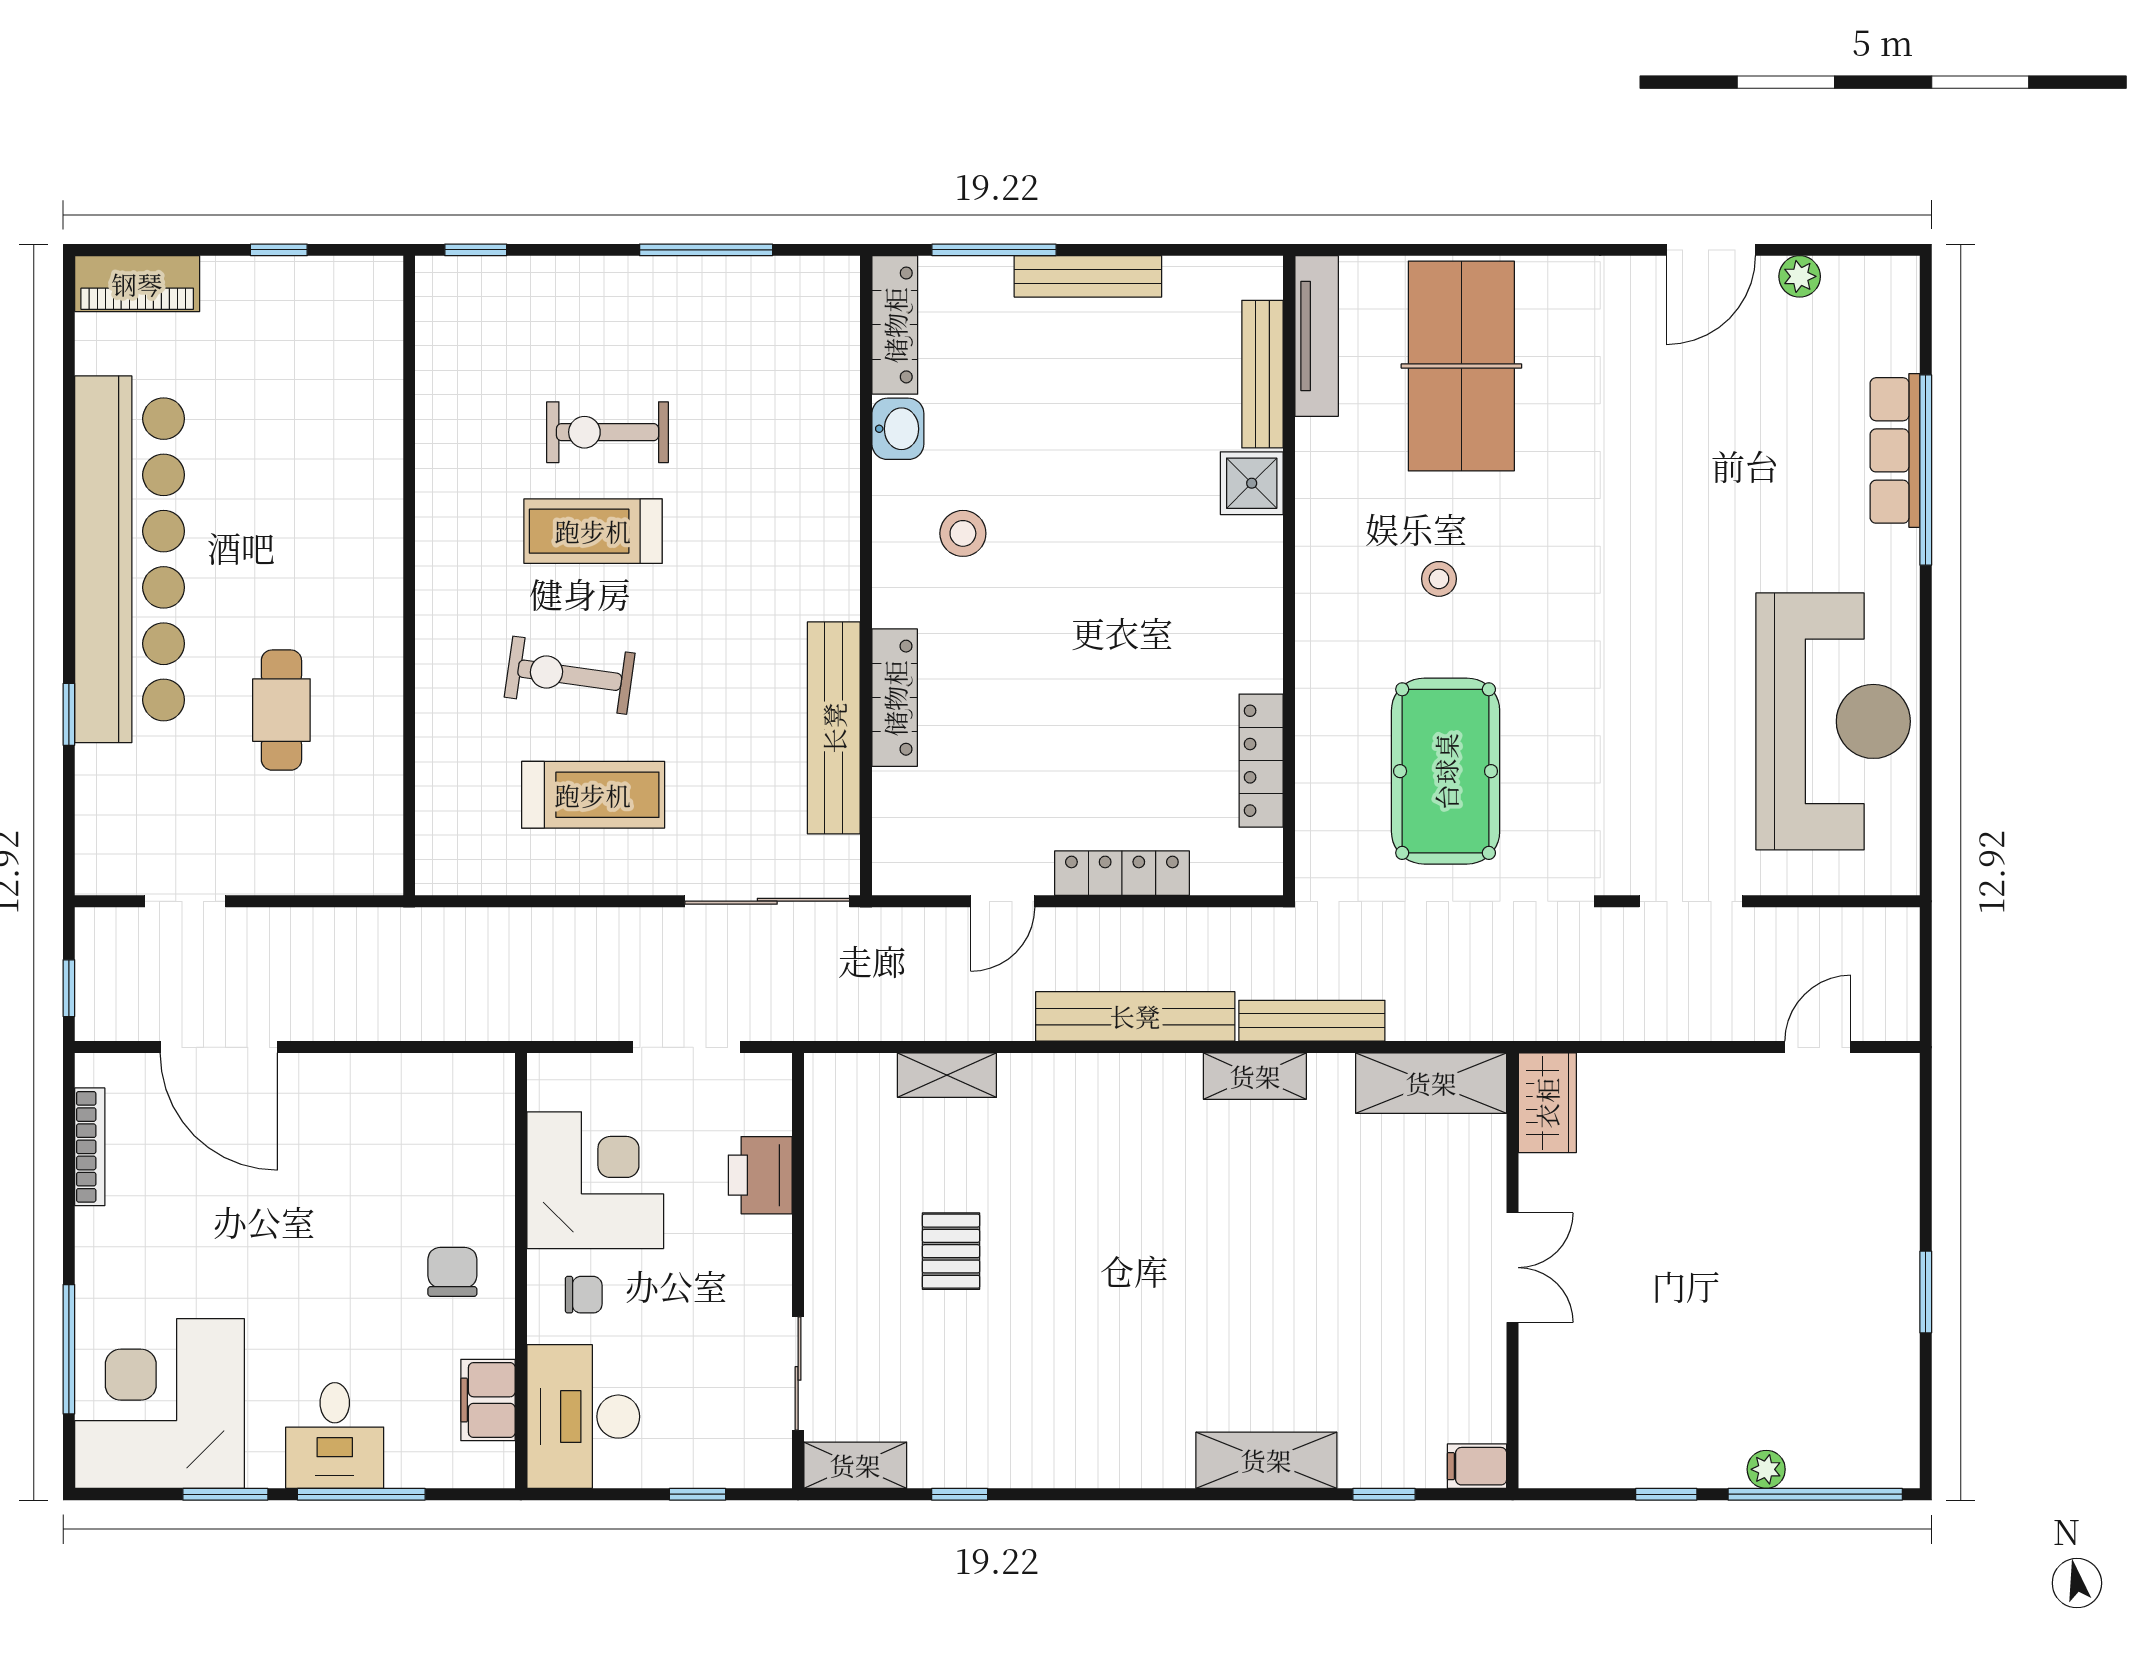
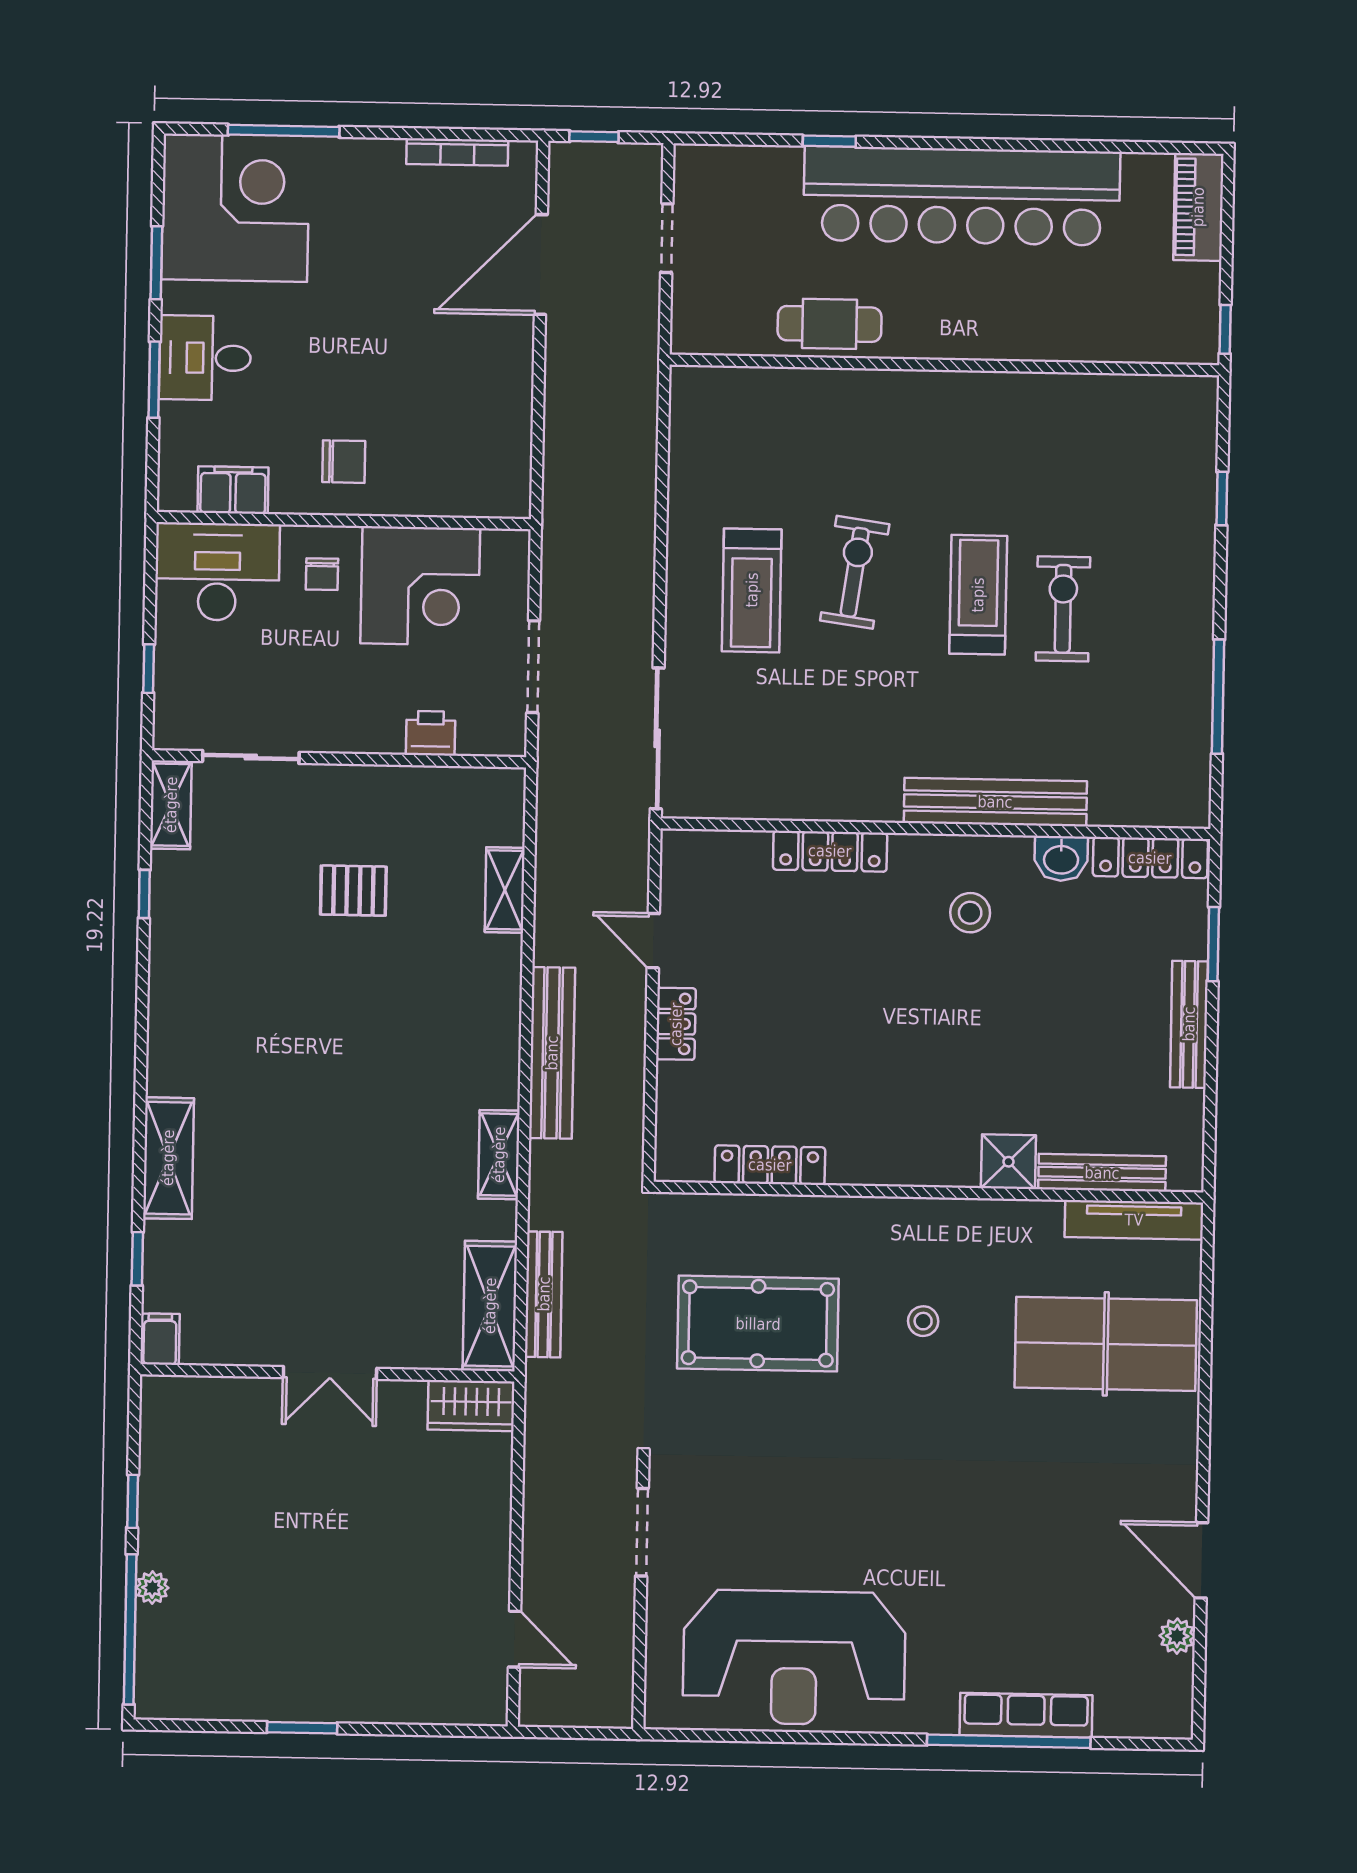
window: (994, 250) -> (1213, 944), width x0.69
wall: (409, 576) -> (944, 365), moved
bench: (834, 728) -> (995, 802), moved
locker: (1122, 873) -> (676, 1024), width x0.66
bench: (1312, 1021) -> (544, 1294), moved
printer: (760, 1175) -> (431, 733), width x0.73, depth x0.81
window: (361, 1494) -> (154, 380), width x0.69

